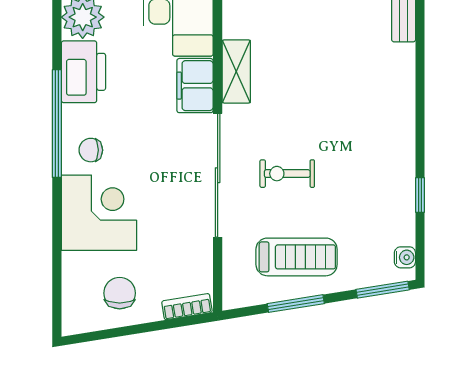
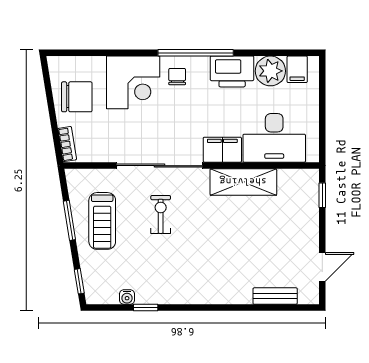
shelving: (236, 71) -> (243, 182), width x1.50, depth x1.33
water cooler: (405, 257) -> (127, 297), moved
window: (383, 290) -> (79, 281), width x0.67
chair: (120, 293) -> (77, 97), width x1.37, depth x1.37

